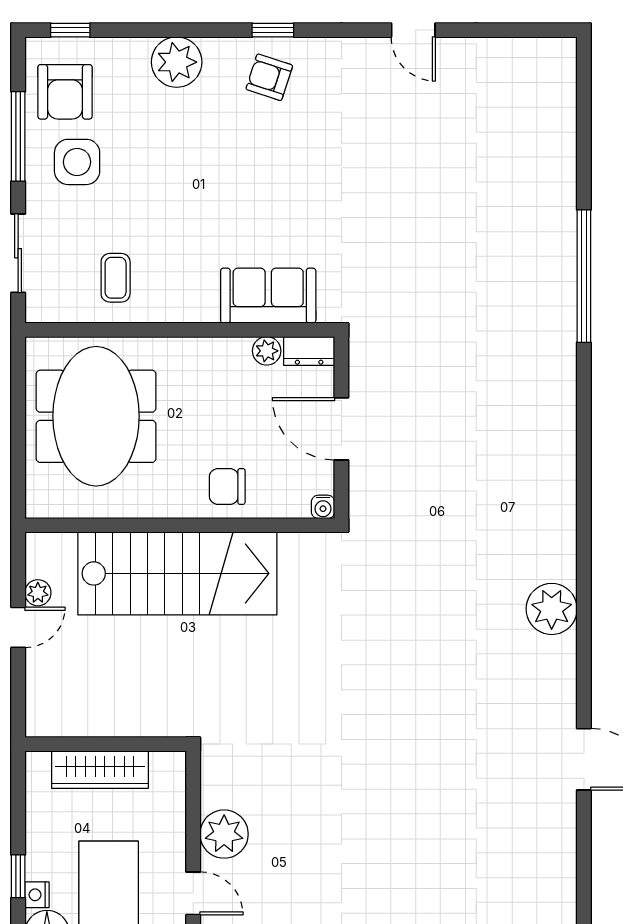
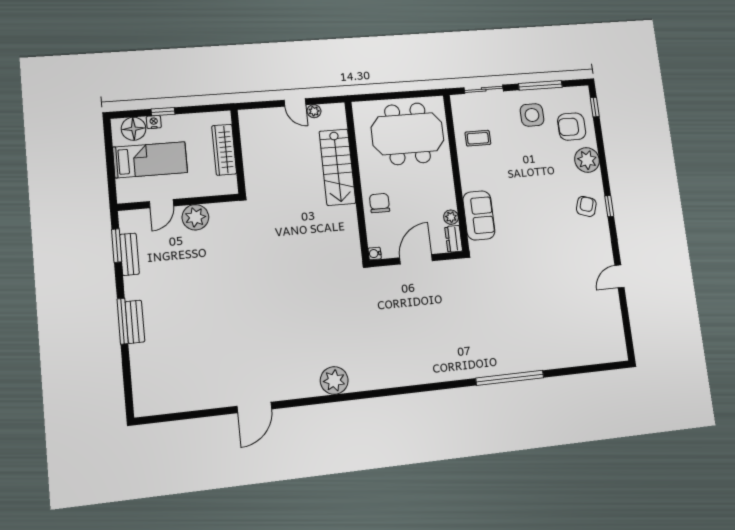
armchair: (65, 92) -> (572, 127), moved
stairs: (177, 573) -> (337, 167), width x0.73, depth x0.66

